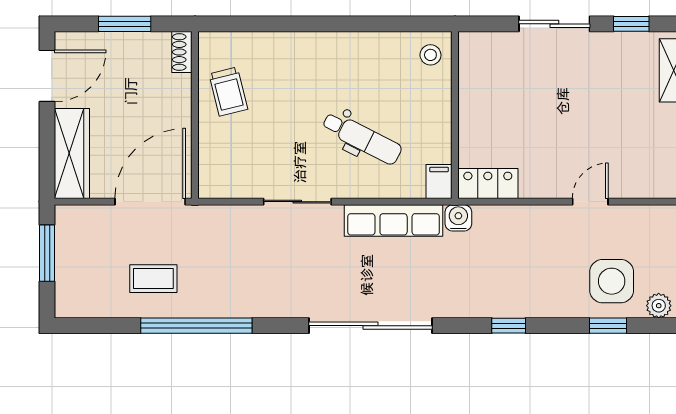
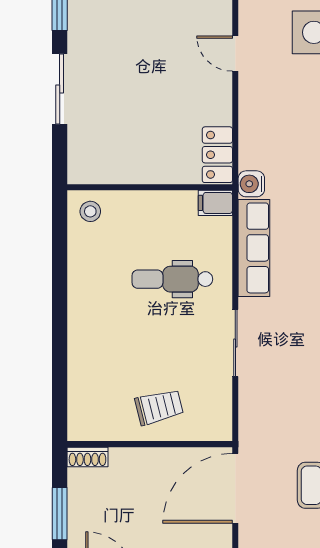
trolley: (228, 92) -> (159, 407), moved
dental chair: (362, 138) -> (172, 279), turned -117
door: (150, 202) -> (235, 488), hinge flipped

